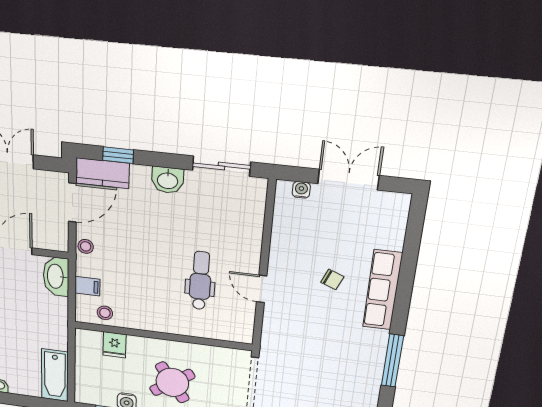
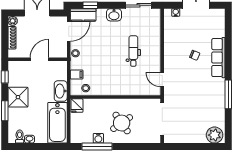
washbasin: (56, 276) -> (61, 91), moved
dental chair: (200, 281) -> (133, 51), moved
door: (262, 289) -> (162, 80), moved
fridge: (115, 345) -> (77, 106), moved
bathtub: (55, 375) -> (57, 123), width x1.36, depth x1.36

